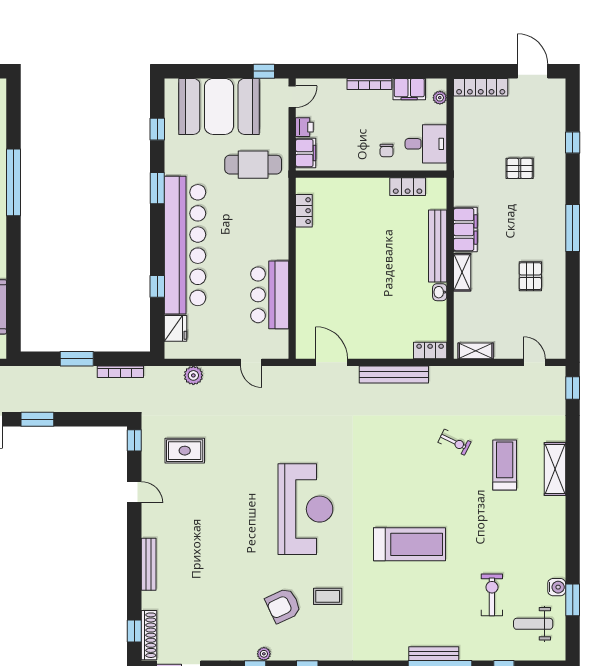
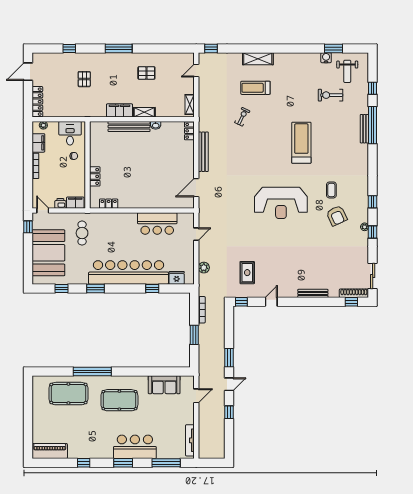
cafe table: (253, 165) -> (82, 233), width x0.73, depth x0.74
locker: (408, 187) -> (95, 176), moved
reception desk: (305, 509) -> (281, 203), turned 180

